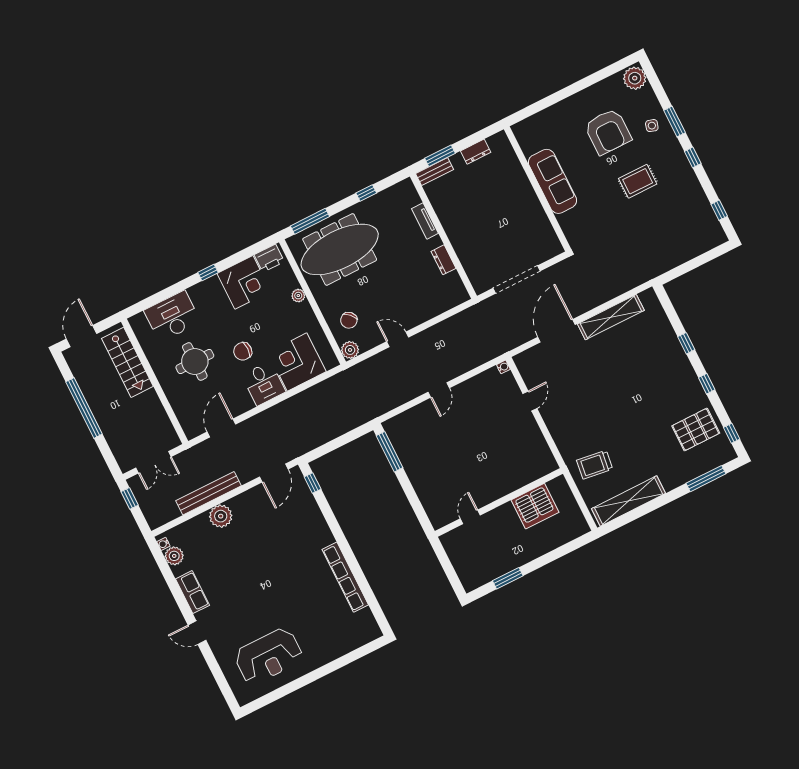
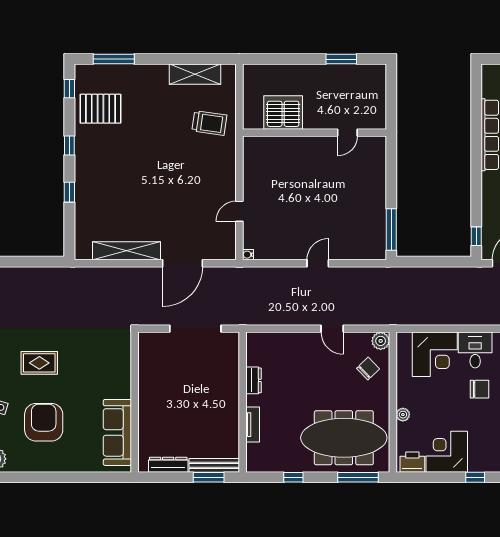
dresser: (476, 152) -> (168, 465), width x1.44
bench: (435, 172) -> (214, 465), width x1.36
sofa: (552, 181) -> (117, 432), moved
shelving: (629, 501) -> (195, 74), width x0.68

